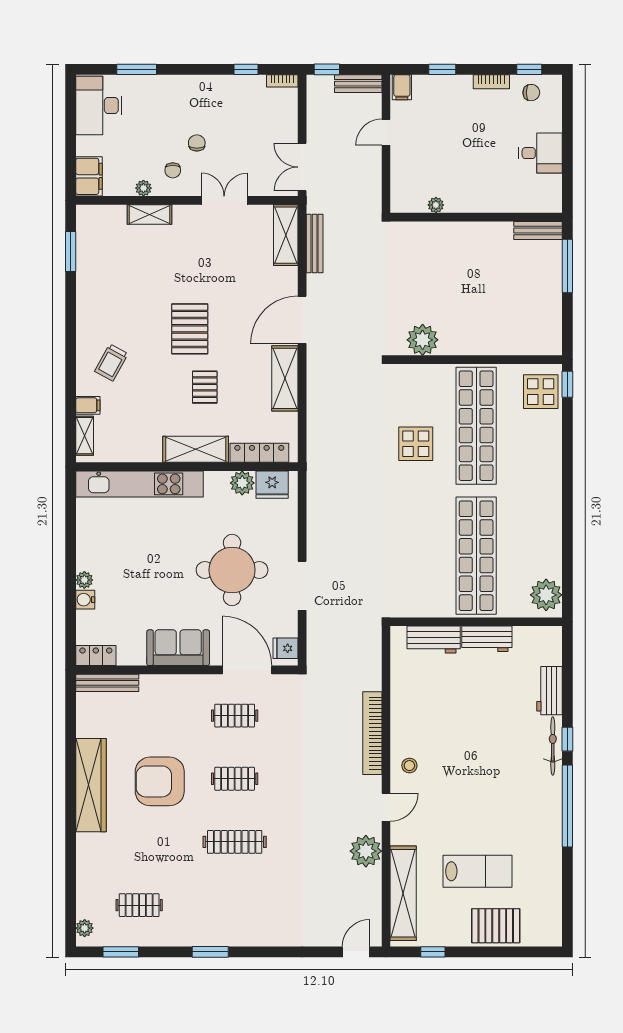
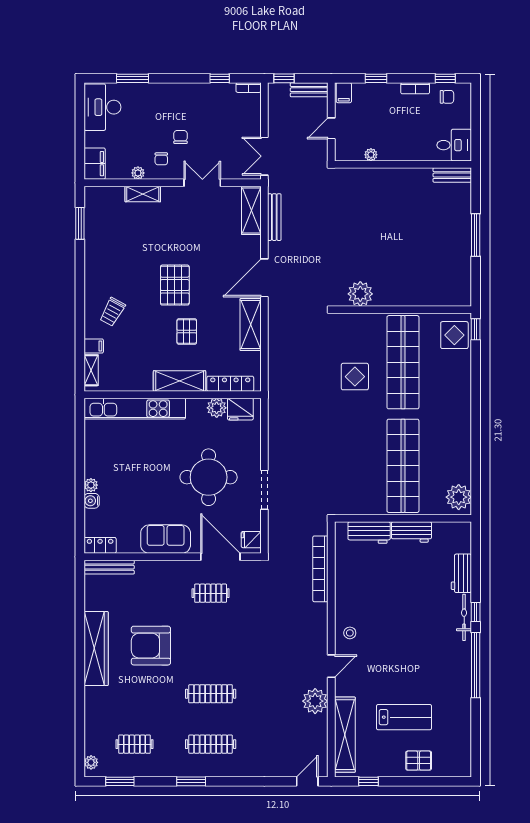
plant: (436, 205) -> (371, 155), moved
wall: (476, 217) -> (403, 164), moved
bench: (538, 231) -> (452, 175), moved
bookcase: (372, 733) -> (320, 569), moved
clothes rail: (235, 779) -> (211, 744), moved, width x1.36
pallet: (496, 926) -> (419, 761), width x0.67, depth x0.71

